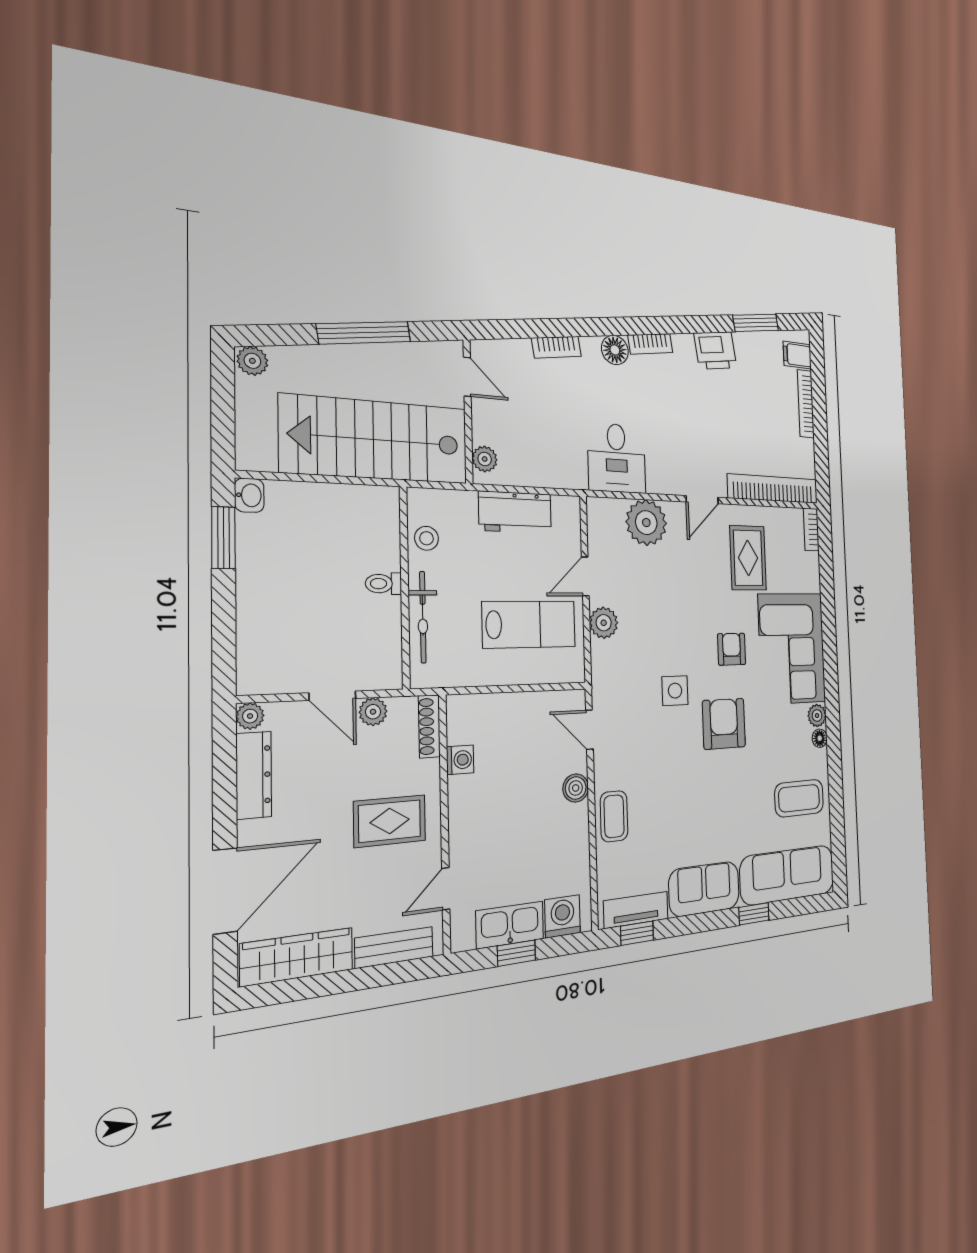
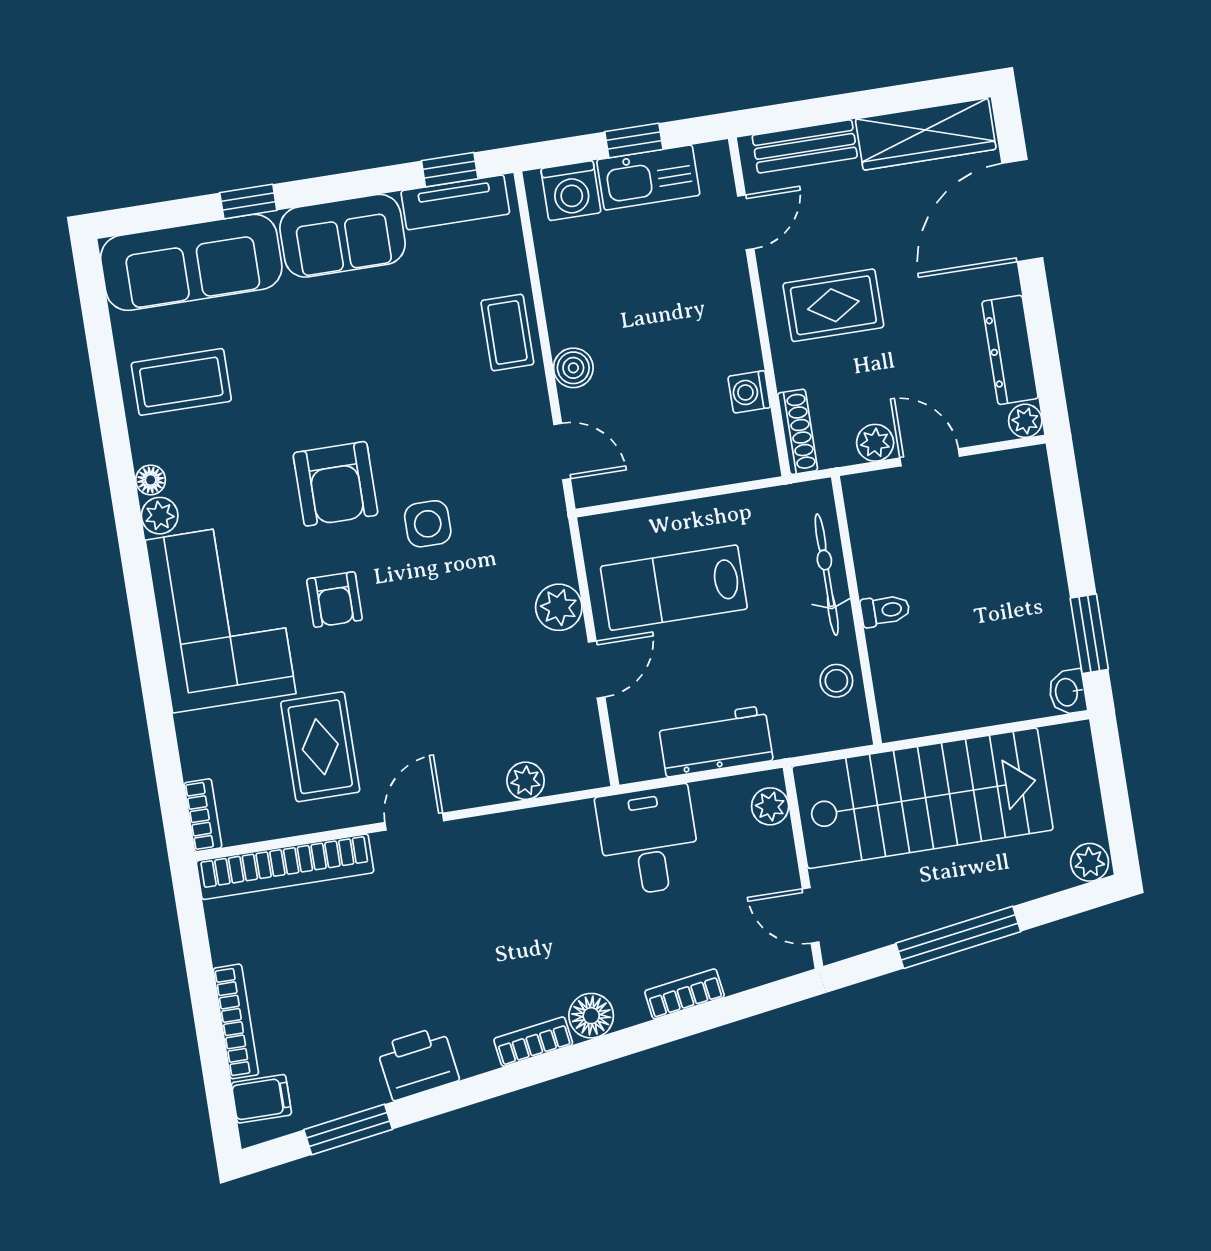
desk: (617, 458) -> (649, 841), moved
plant: (646, 523) -> (526, 781), width x0.53, depth x0.53

